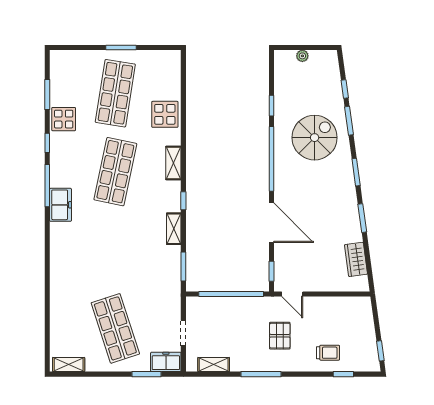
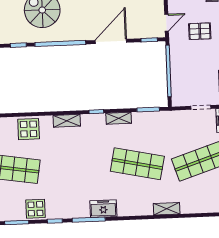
shop shelf: (115, 172) -> (137, 164), moved
shelving: (57, 285) -> (167, 209), added

